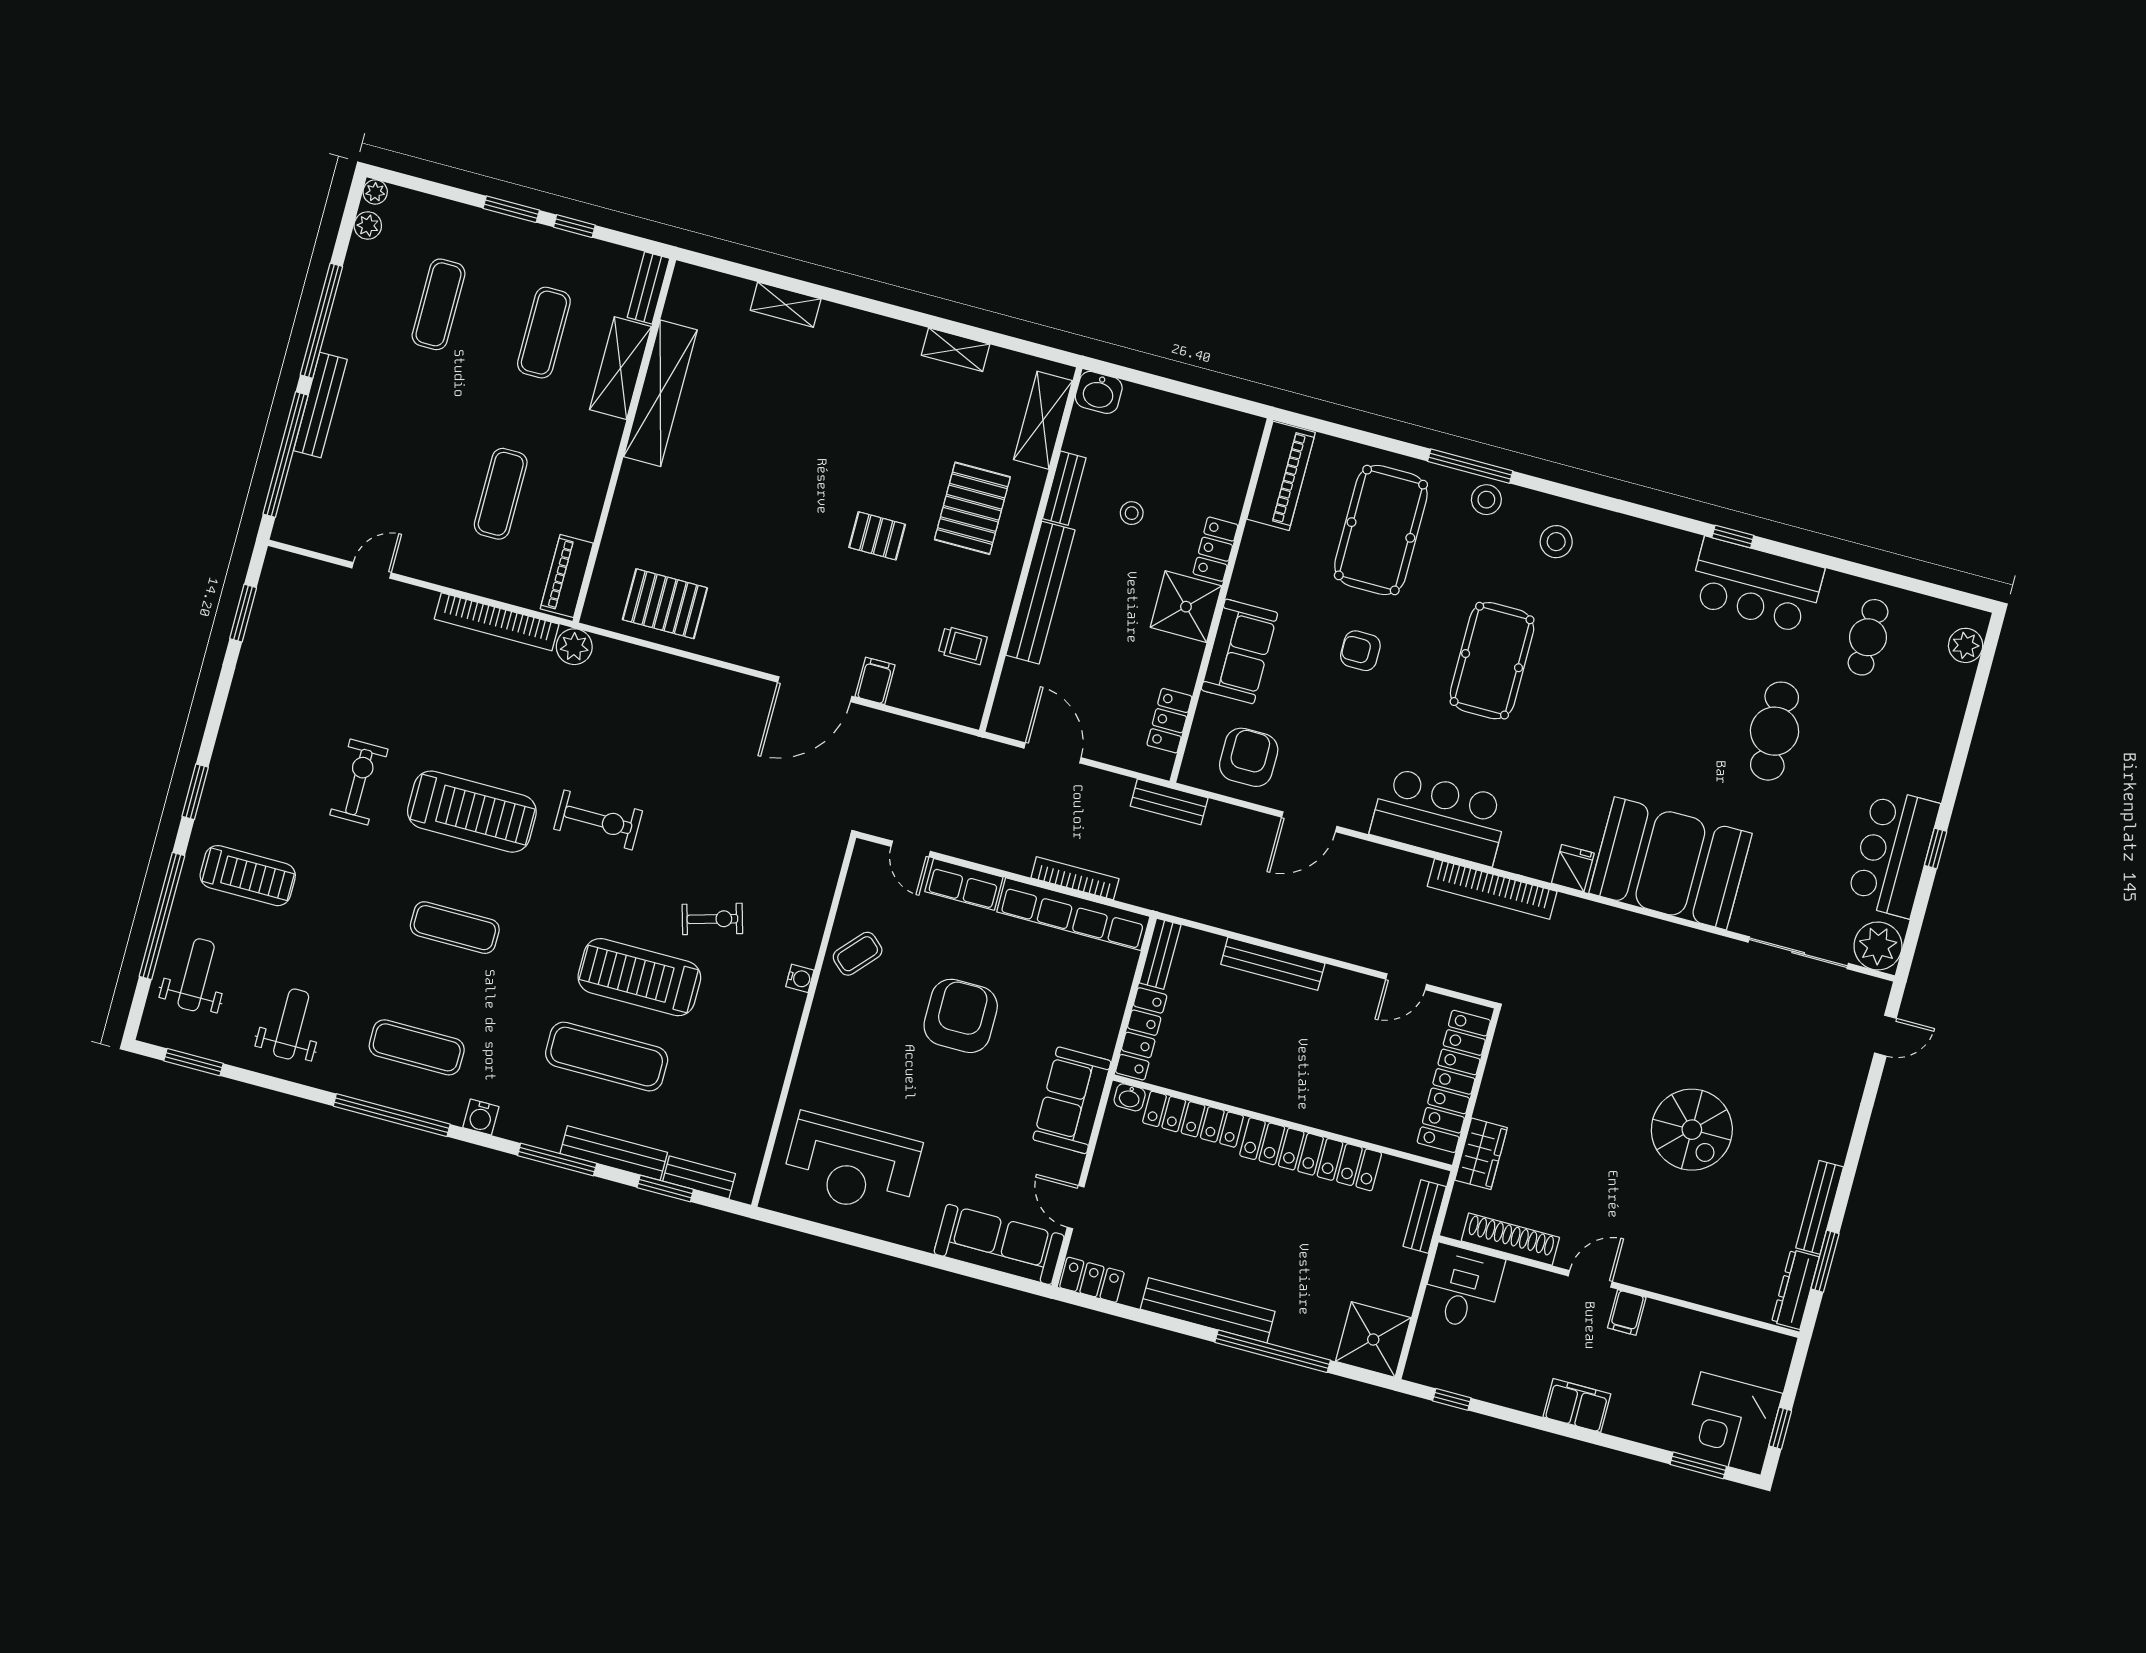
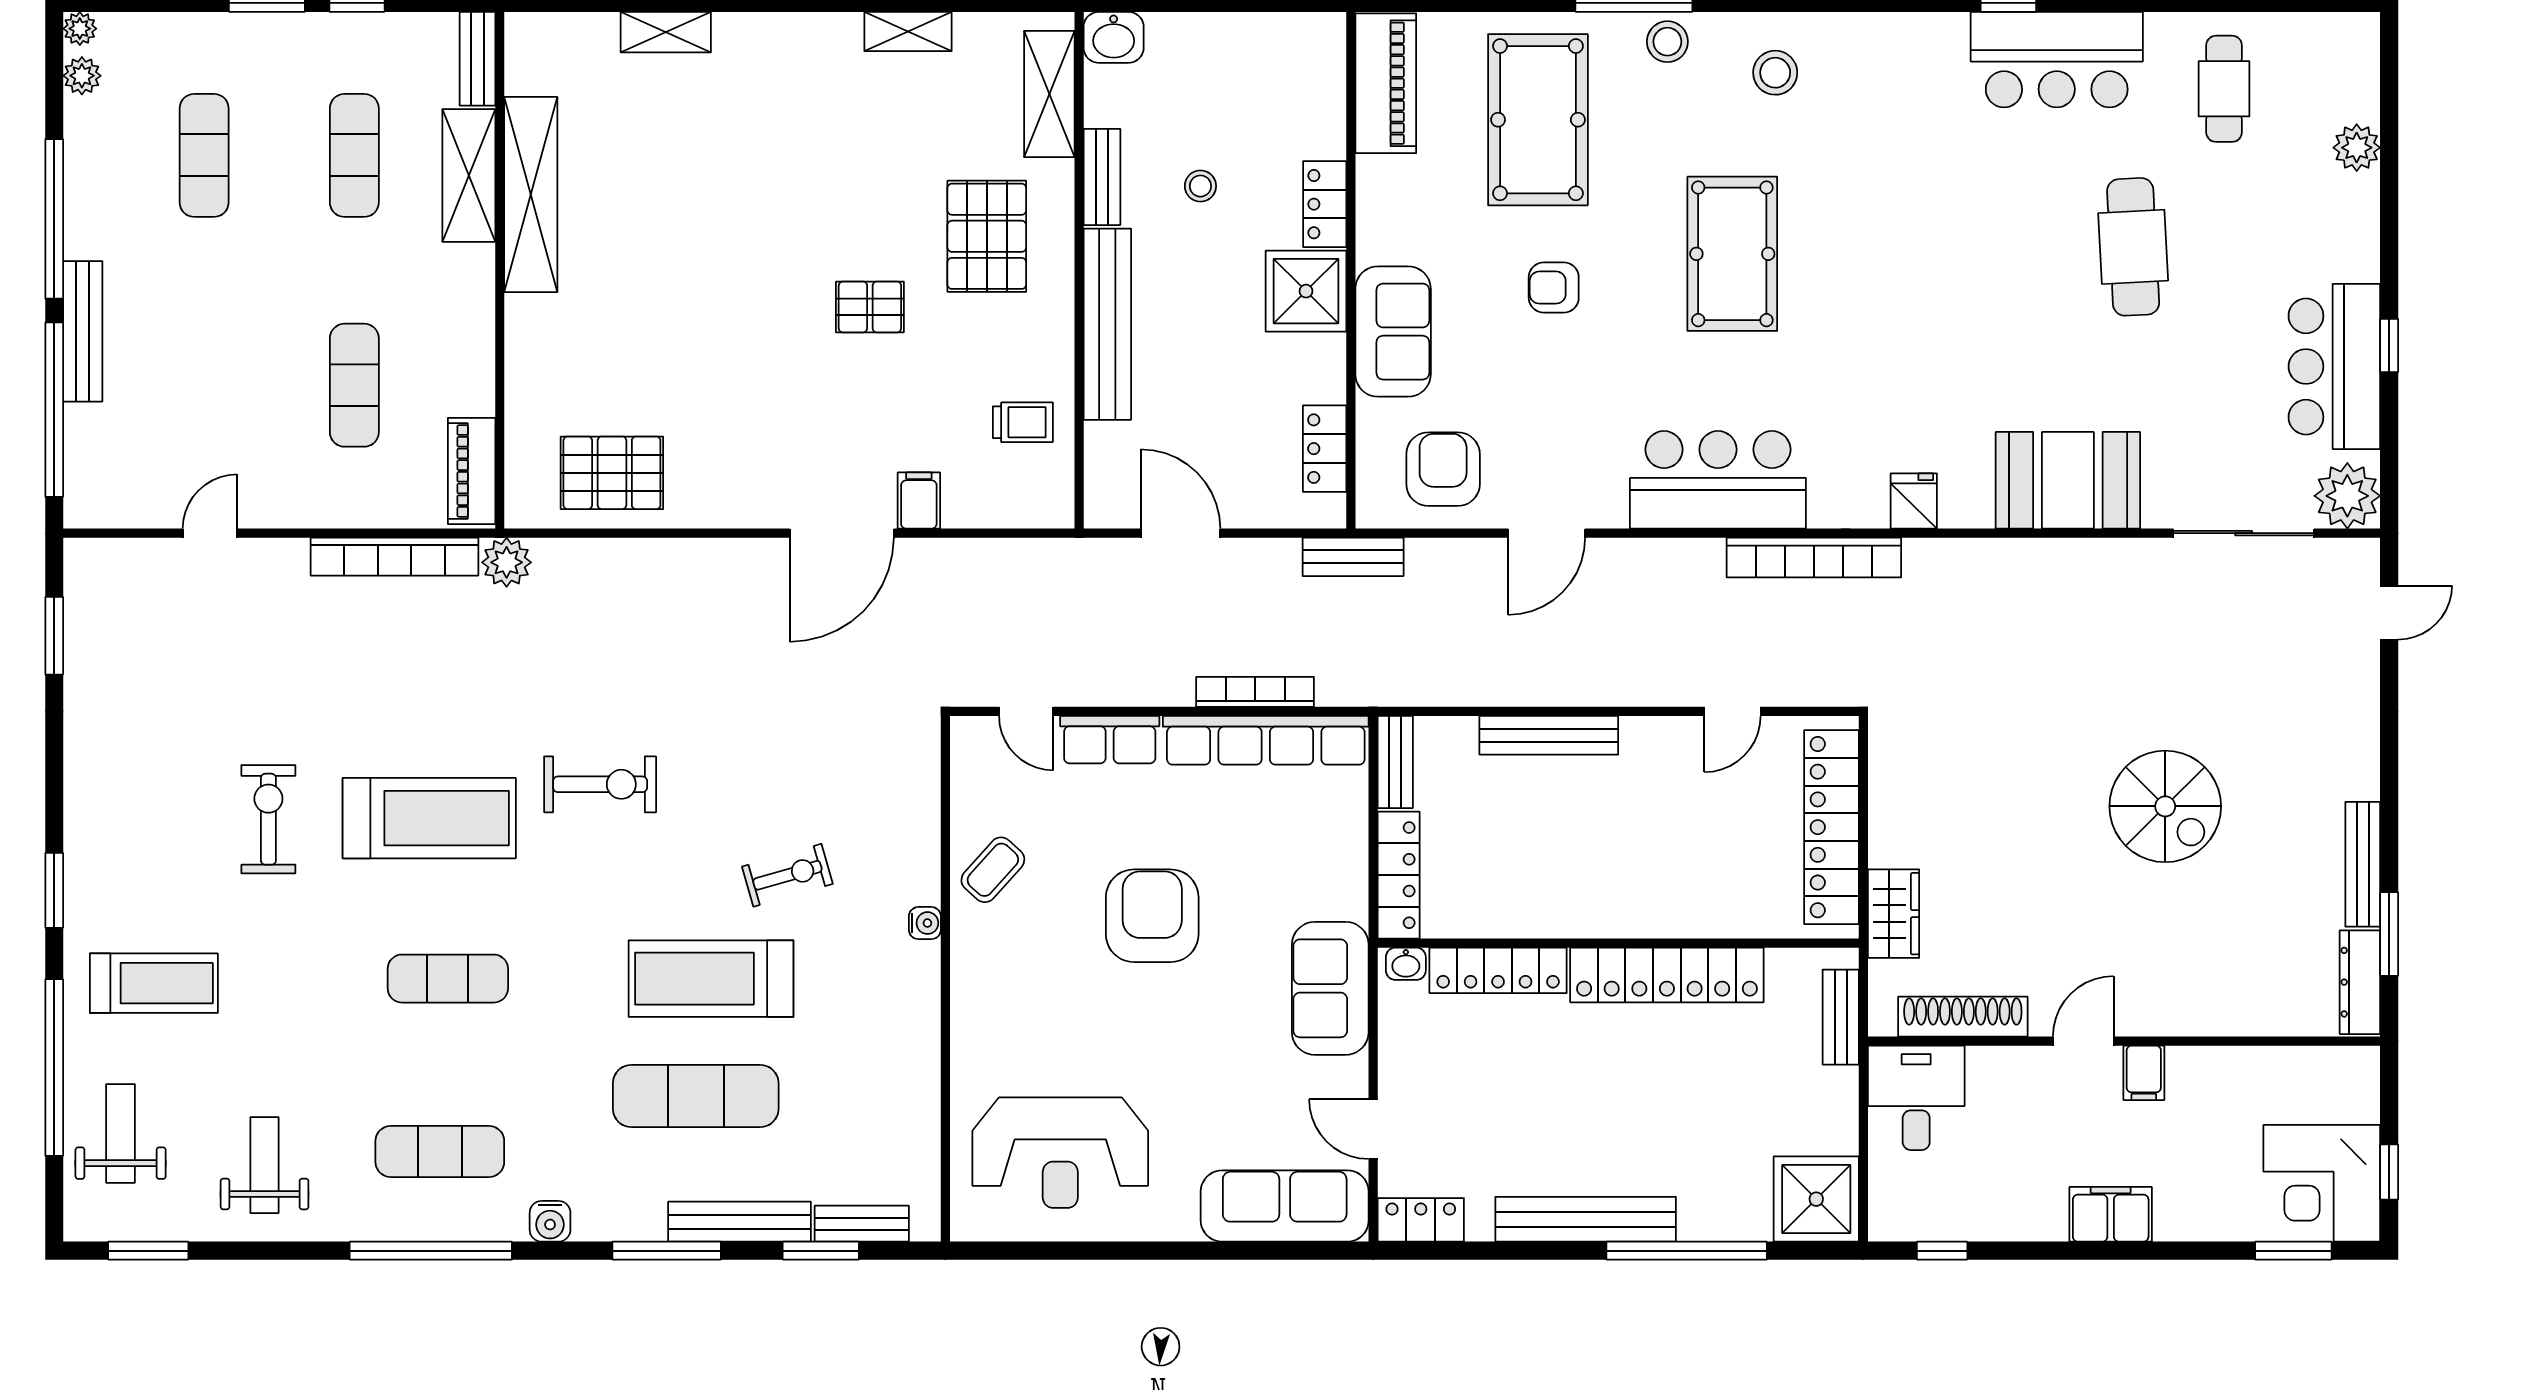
plant: (1966, 645) -> (2357, 148), moved
booth: (1670, 863) -> (2068, 480), width x0.73, depth x0.70

